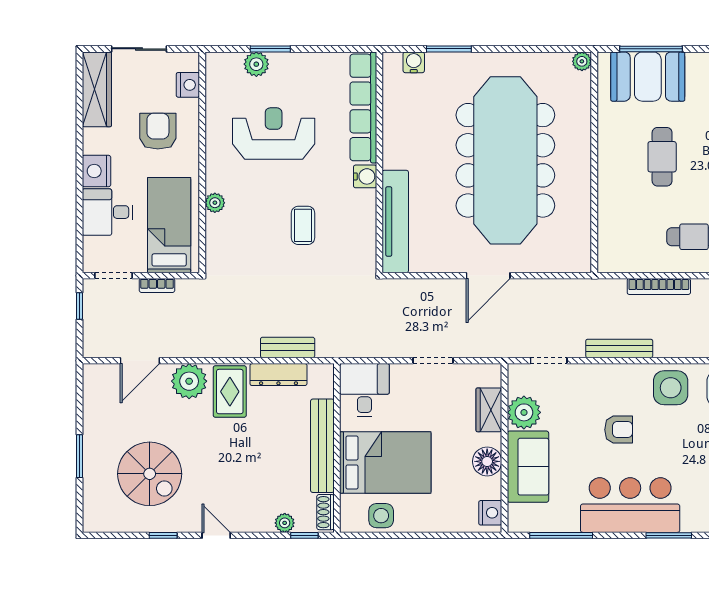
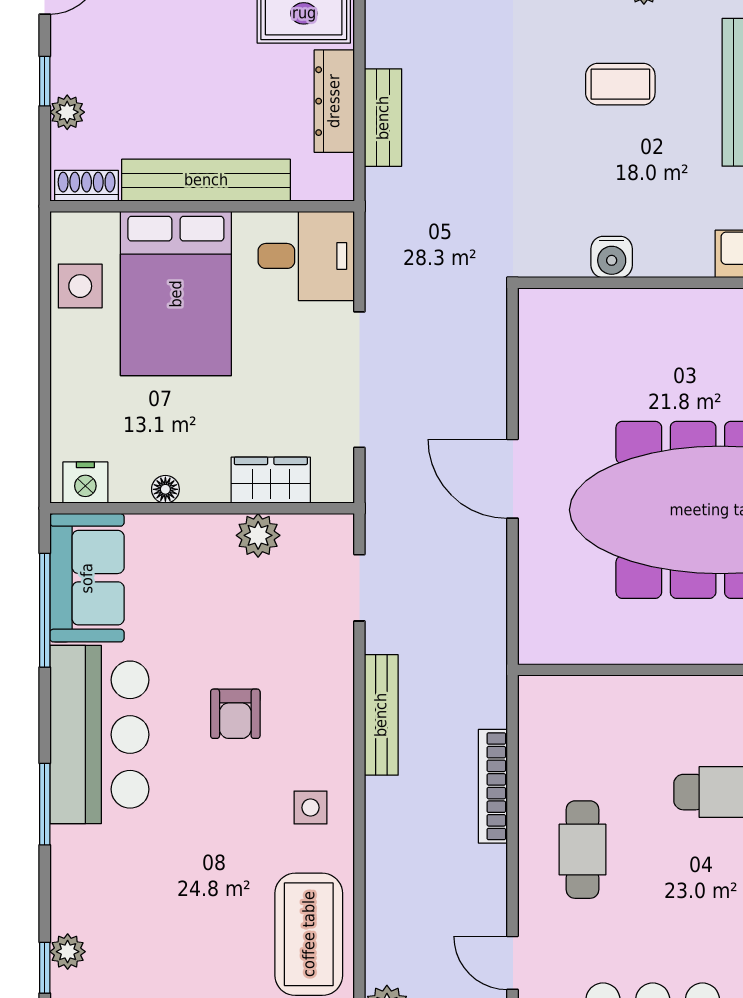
water cooler: (365, 176) -> (612, 257), moved
tv unit: (395, 221) -> (610, 312), removed
coffee table: (303, 225) -> (620, 84), moved
doorway: (433, 361) -> (359, 380), width x1.87
side table: (671, 388) -> (310, 808), width x0.54, depth x0.54
plant: (524, 412) -> (258, 535), width x0.73, depth x0.73
floor lamp: (487, 461) -> (165, 489), width x0.53, depth x0.53
sofa: (528, 467) -> (87, 578), moved, turned -90
window: (304, 535) -> (45, 81), moved

